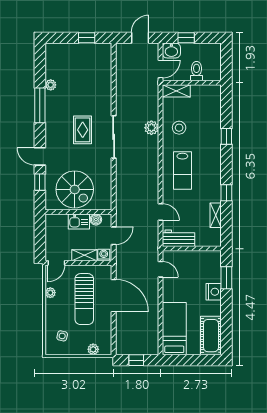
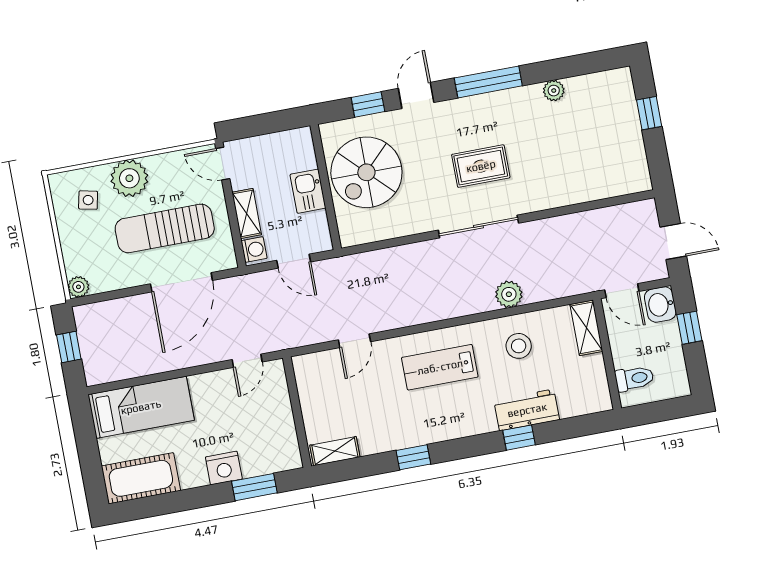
window: (87, 38) -> (649, 113), moved
toilet: (196, 71) -> (634, 378), moved
window: (40, 105) -> (488, 82), moved
shelving: (216, 215) -> (335, 451), moved
boiler: (96, 220) -> (318, 223), removed
workbench: (179, 238) -> (527, 410), moved, turned -90
plant: (50, 293) -> (129, 178), moved, width x1.88, depth x1.88
plant: (93, 349) -> (78, 287), moved

